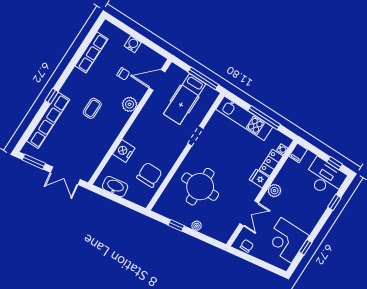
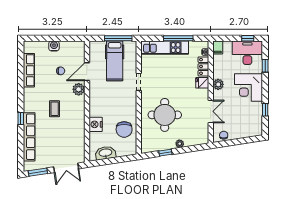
door: (157, 80) -> (87, 72), moved
chair: (149, 175) -> (124, 129), turned 180
corner desk: (286, 240) -> (249, 87), moved

